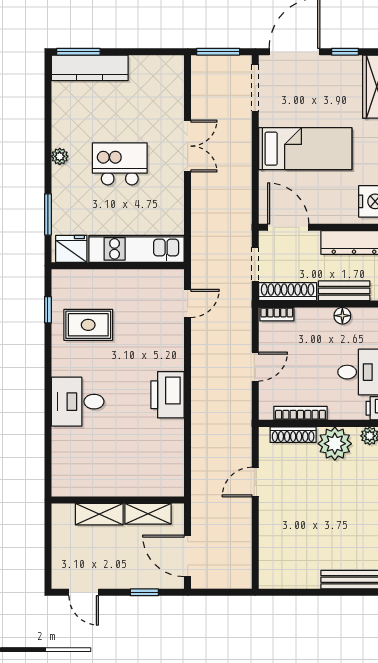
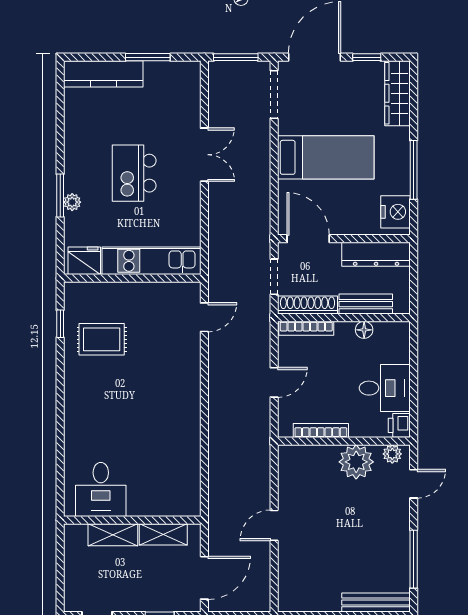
window: (78, 52) -> (148, 57), moved
plant: (60, 156) -> (72, 202), moved
kitchen island: (120, 164) -> (134, 173), turned -90
window: (48, 214) -> (60, 196), moved
bookcase: (277, 314) -> (306, 328), width x1.56
printer: (168, 395) -> (184, 411), removed
desk: (78, 402) -> (101, 489), moved, turned -90
shoe rack: (293, 435) -> (313, 453), removed
door: (255, 482) -> (274, 525), moved
door: (188, 556) -> (204, 578), swing flipped

